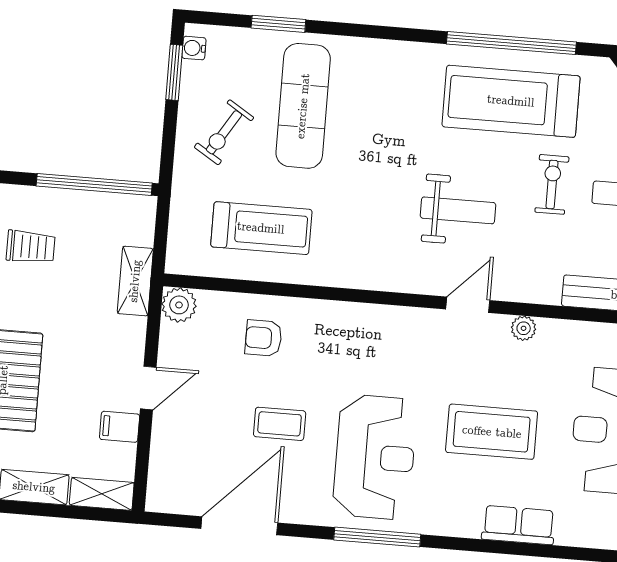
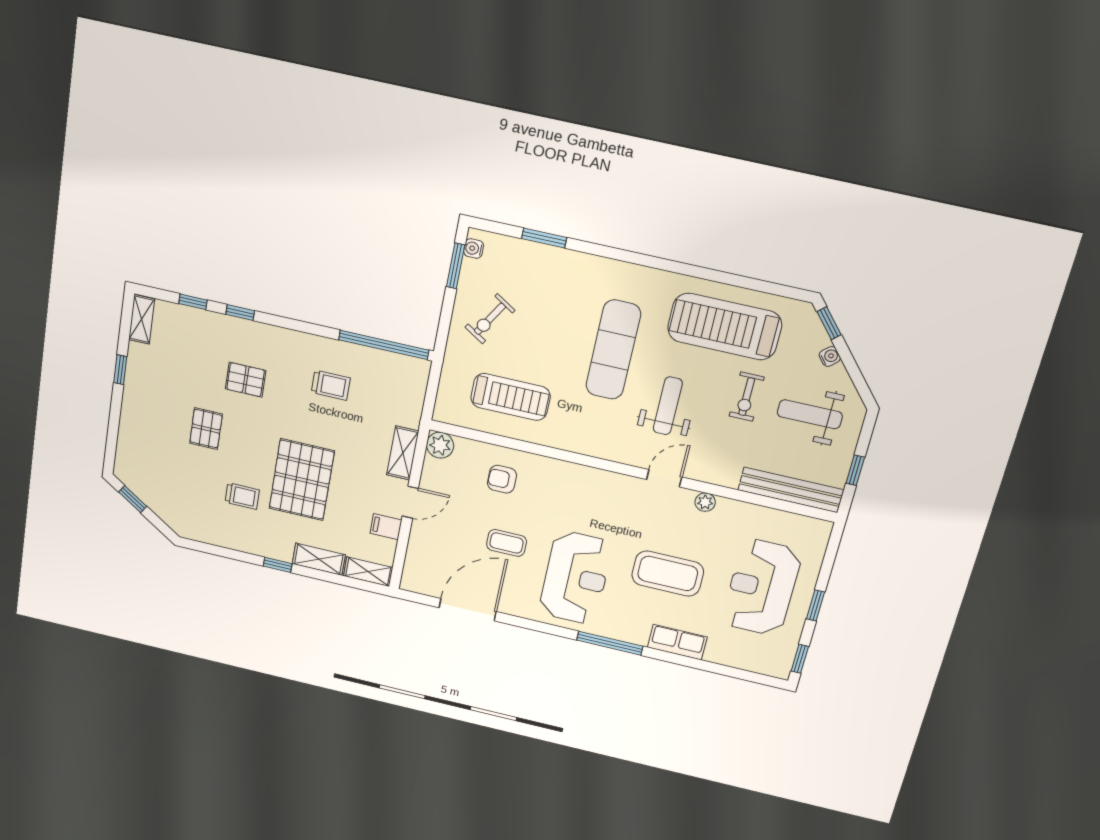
window: (511, 43) -> (733, 280), removed
exercise mat: (303, 106) -> (613, 350), moved
exercise bike: (552, 184) -> (747, 397), turned 180
weight bench: (458, 210) -> (668, 406), turned -90
shelving: (135, 281) -> (403, 453), moved
window: (377, 537) -> (610, 643), moved

